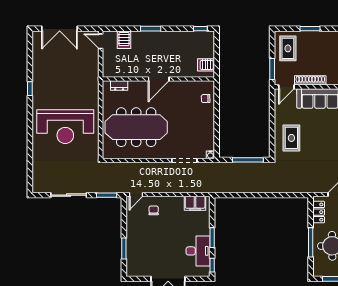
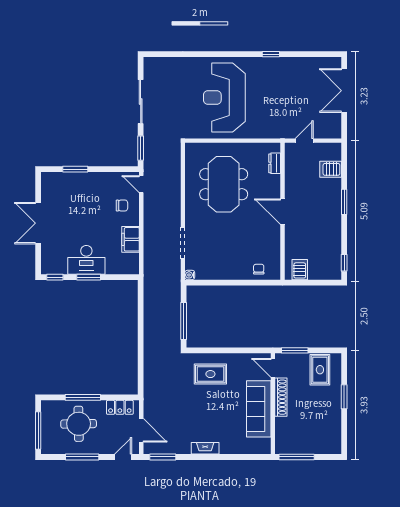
door: (101, 41) -> (304, 141), moved
rug: (288, 48) -> (320, 370), turned 90
meeting table: (136, 127) -> (224, 184), width x0.73
filing cabinet: (195, 203) -> (131, 239), moved
desk: (198, 251) -> (86, 260), moved

